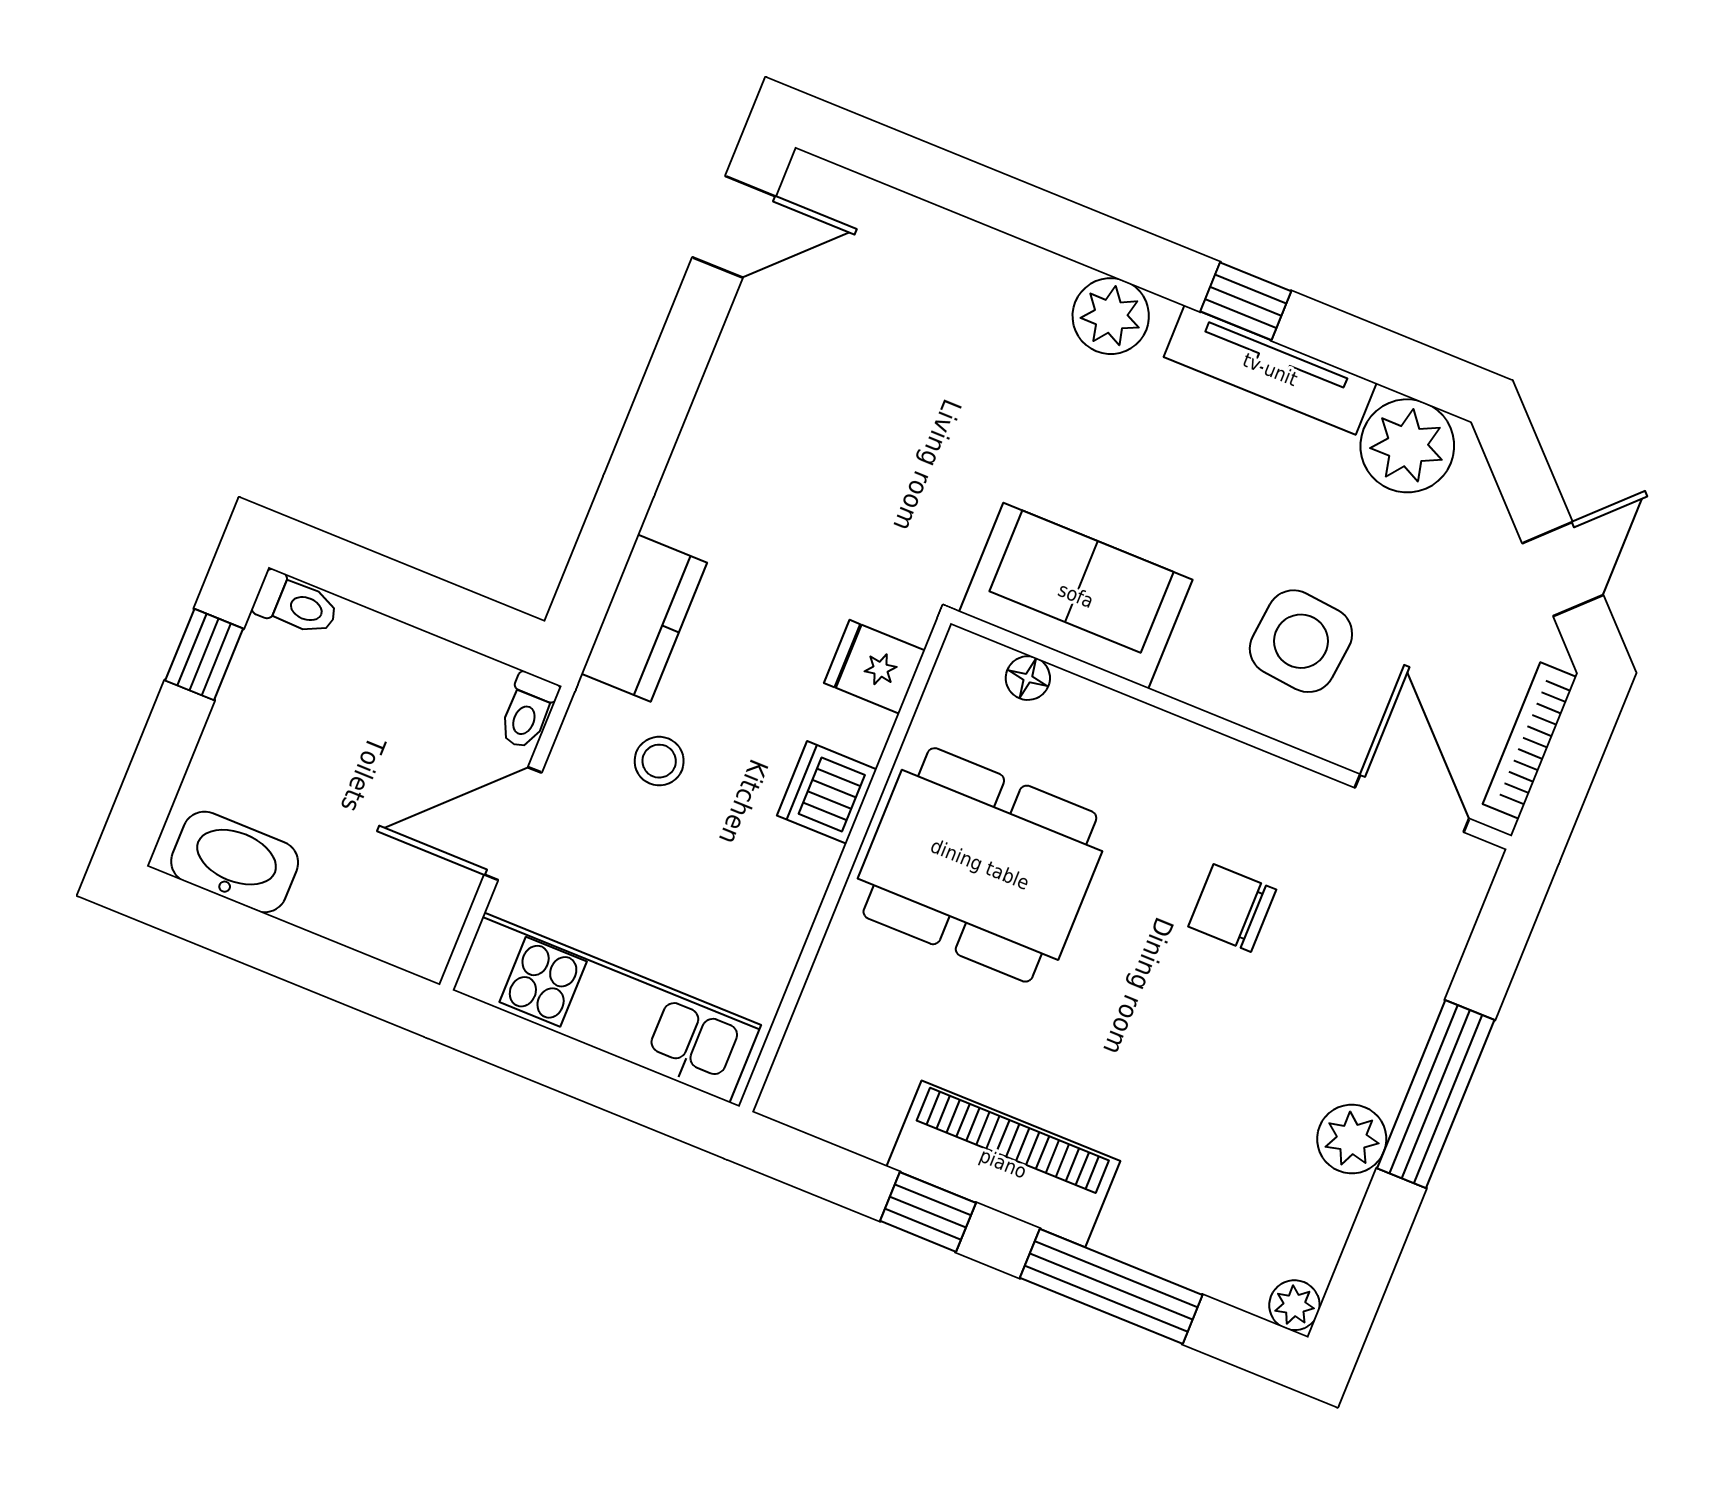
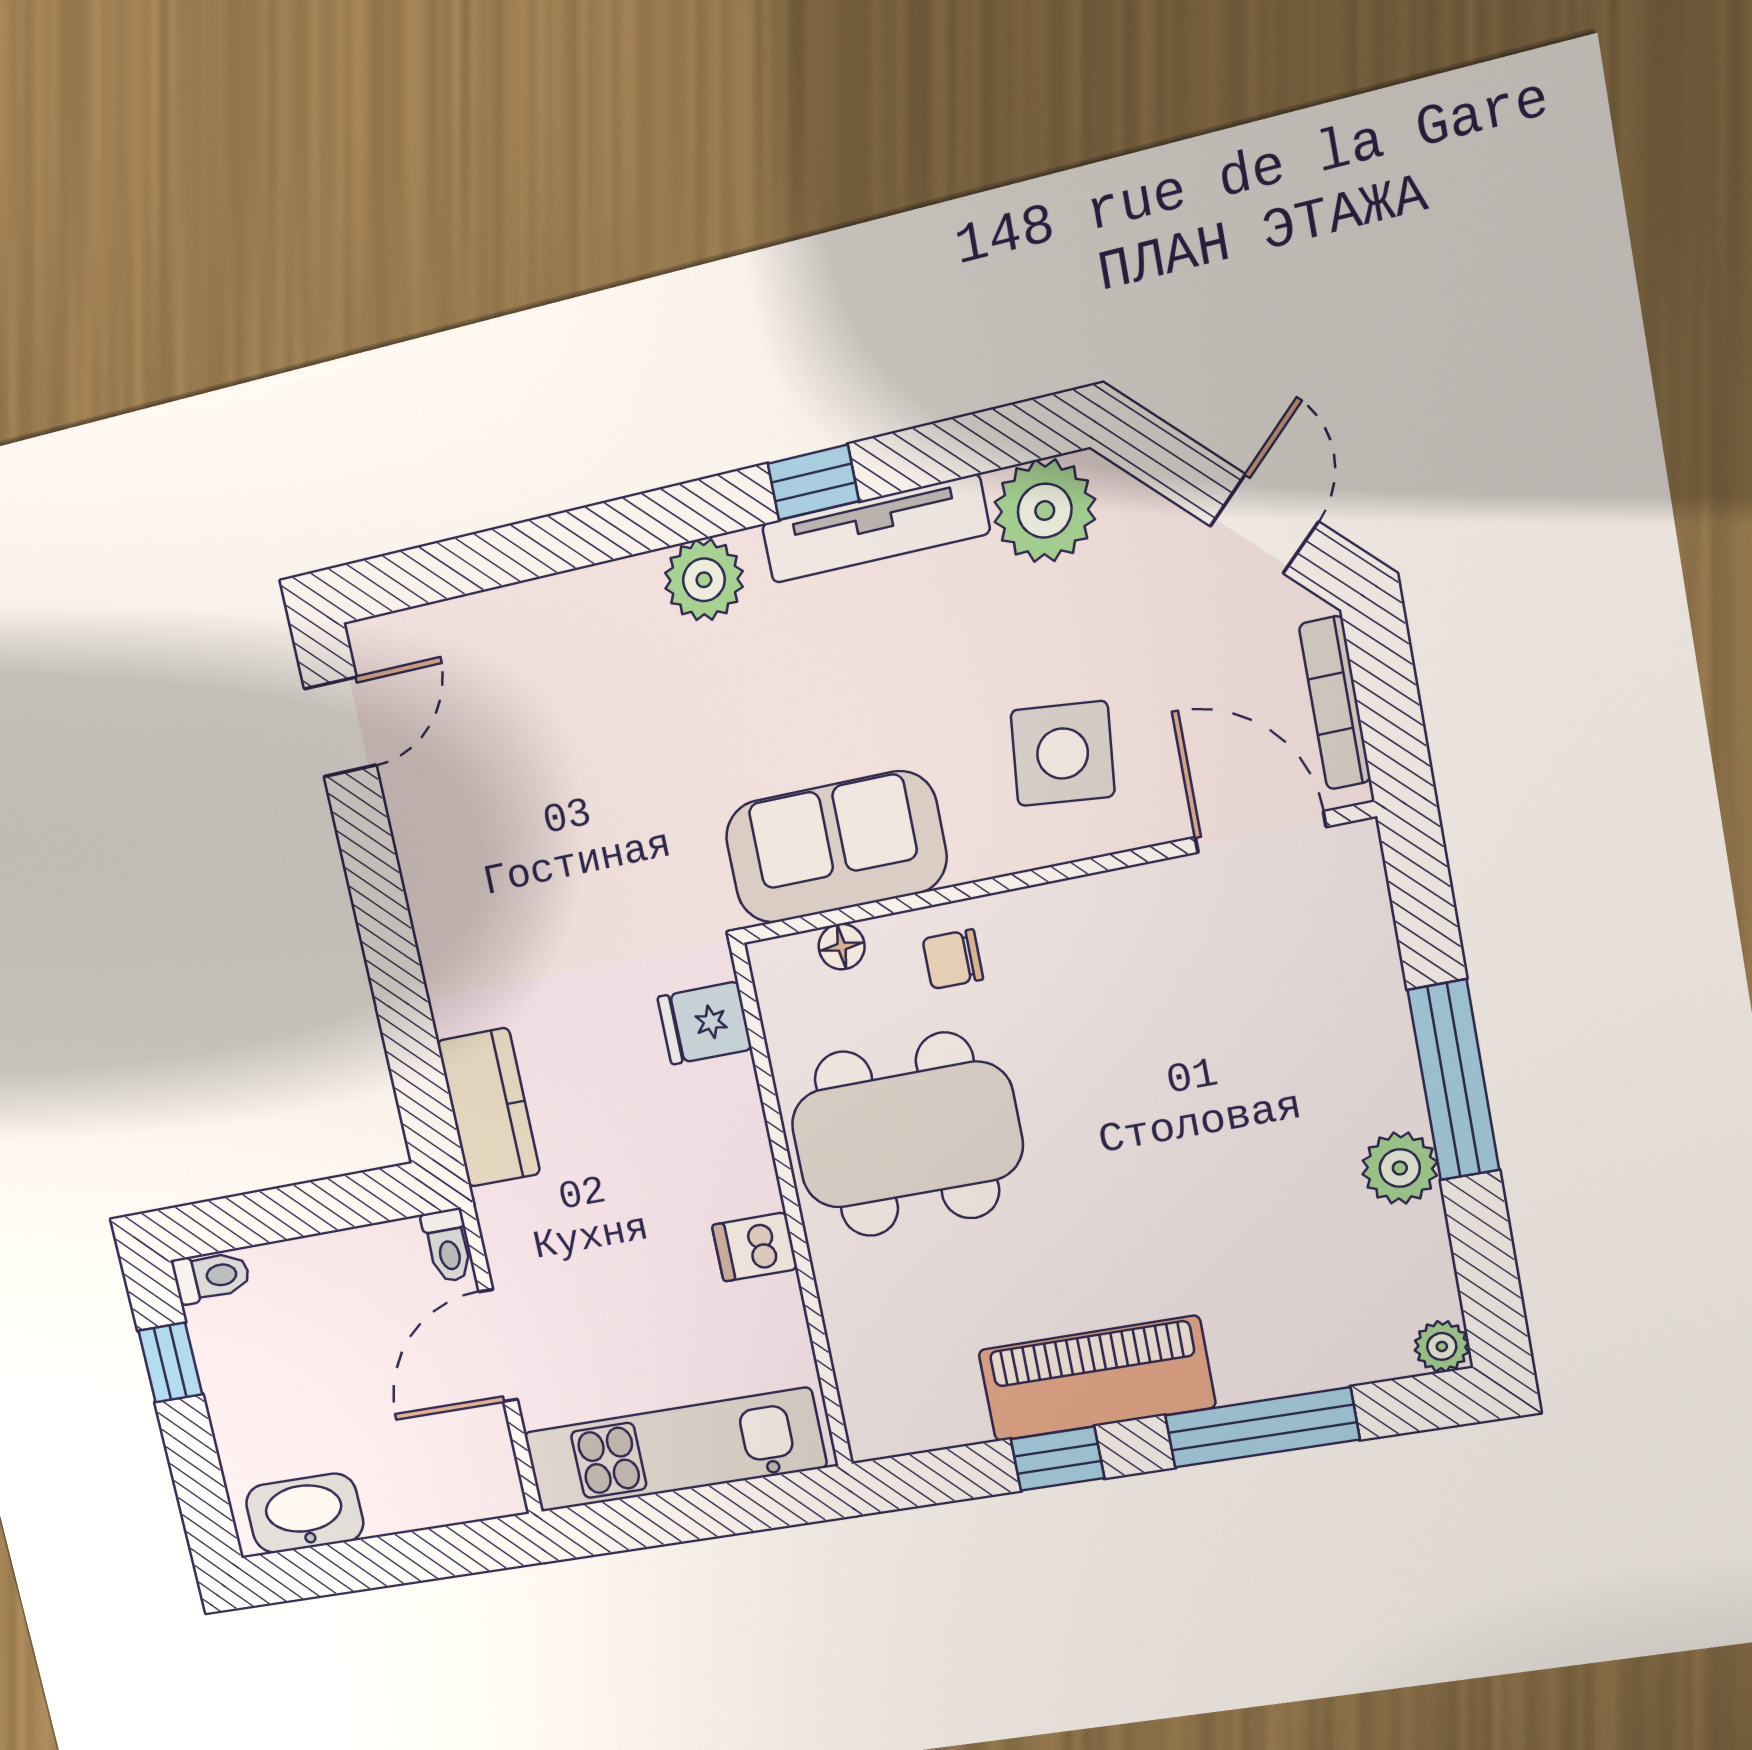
stool: (659, 761) -> (580, 1219), removed
dishwasher: (827, 792) -> (755, 1247), moved, width x0.73
chair: (1232, 908) -> (953, 959), moved, width x0.73, depth x0.73

